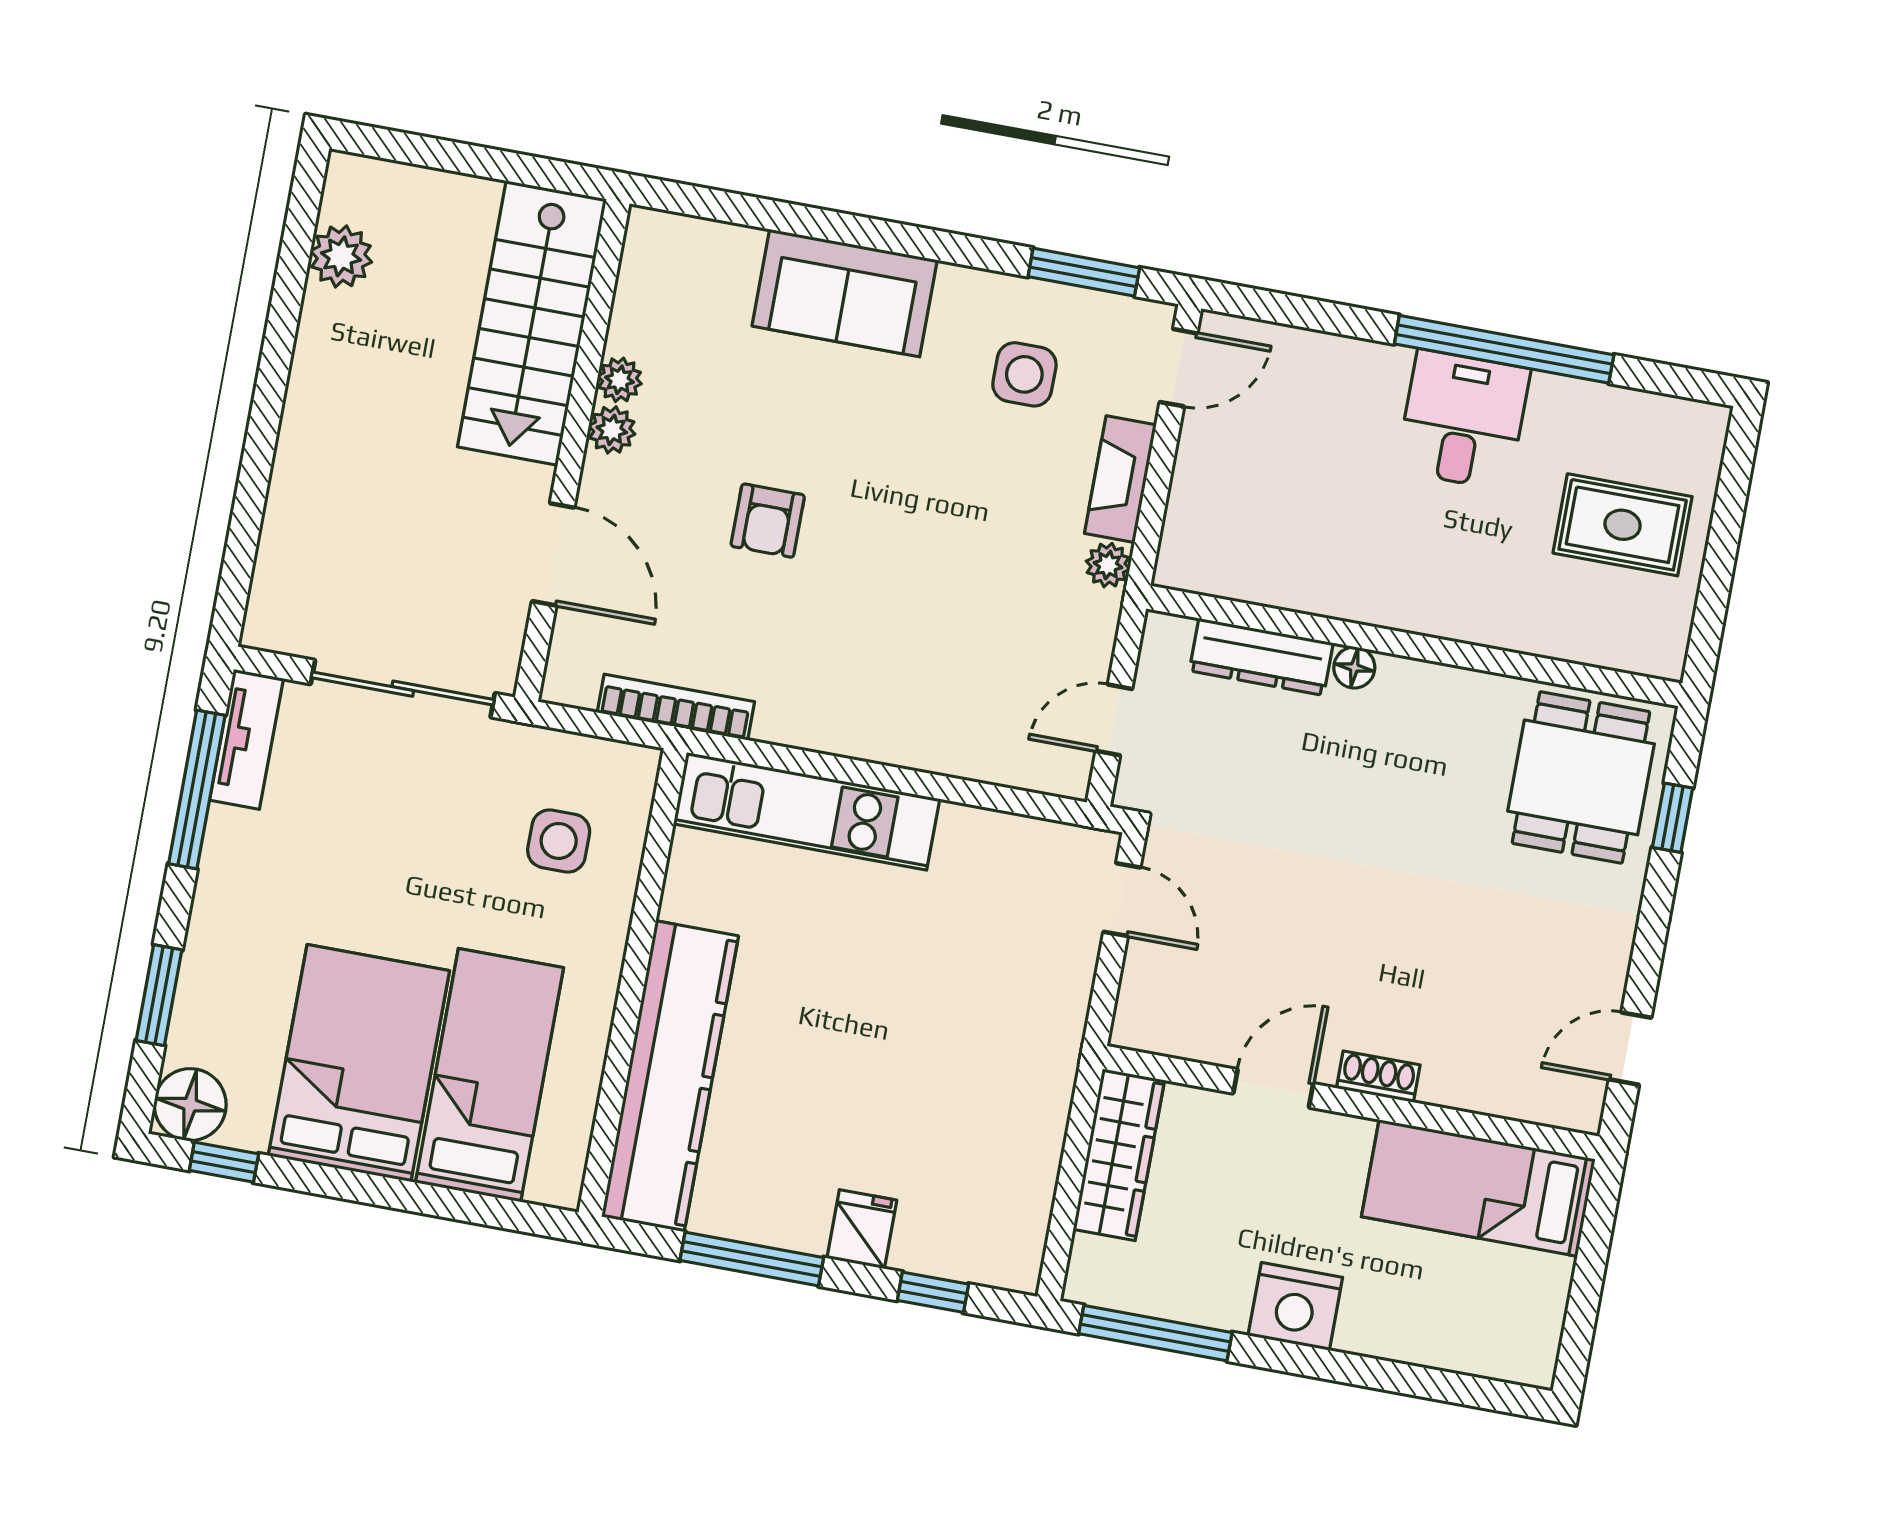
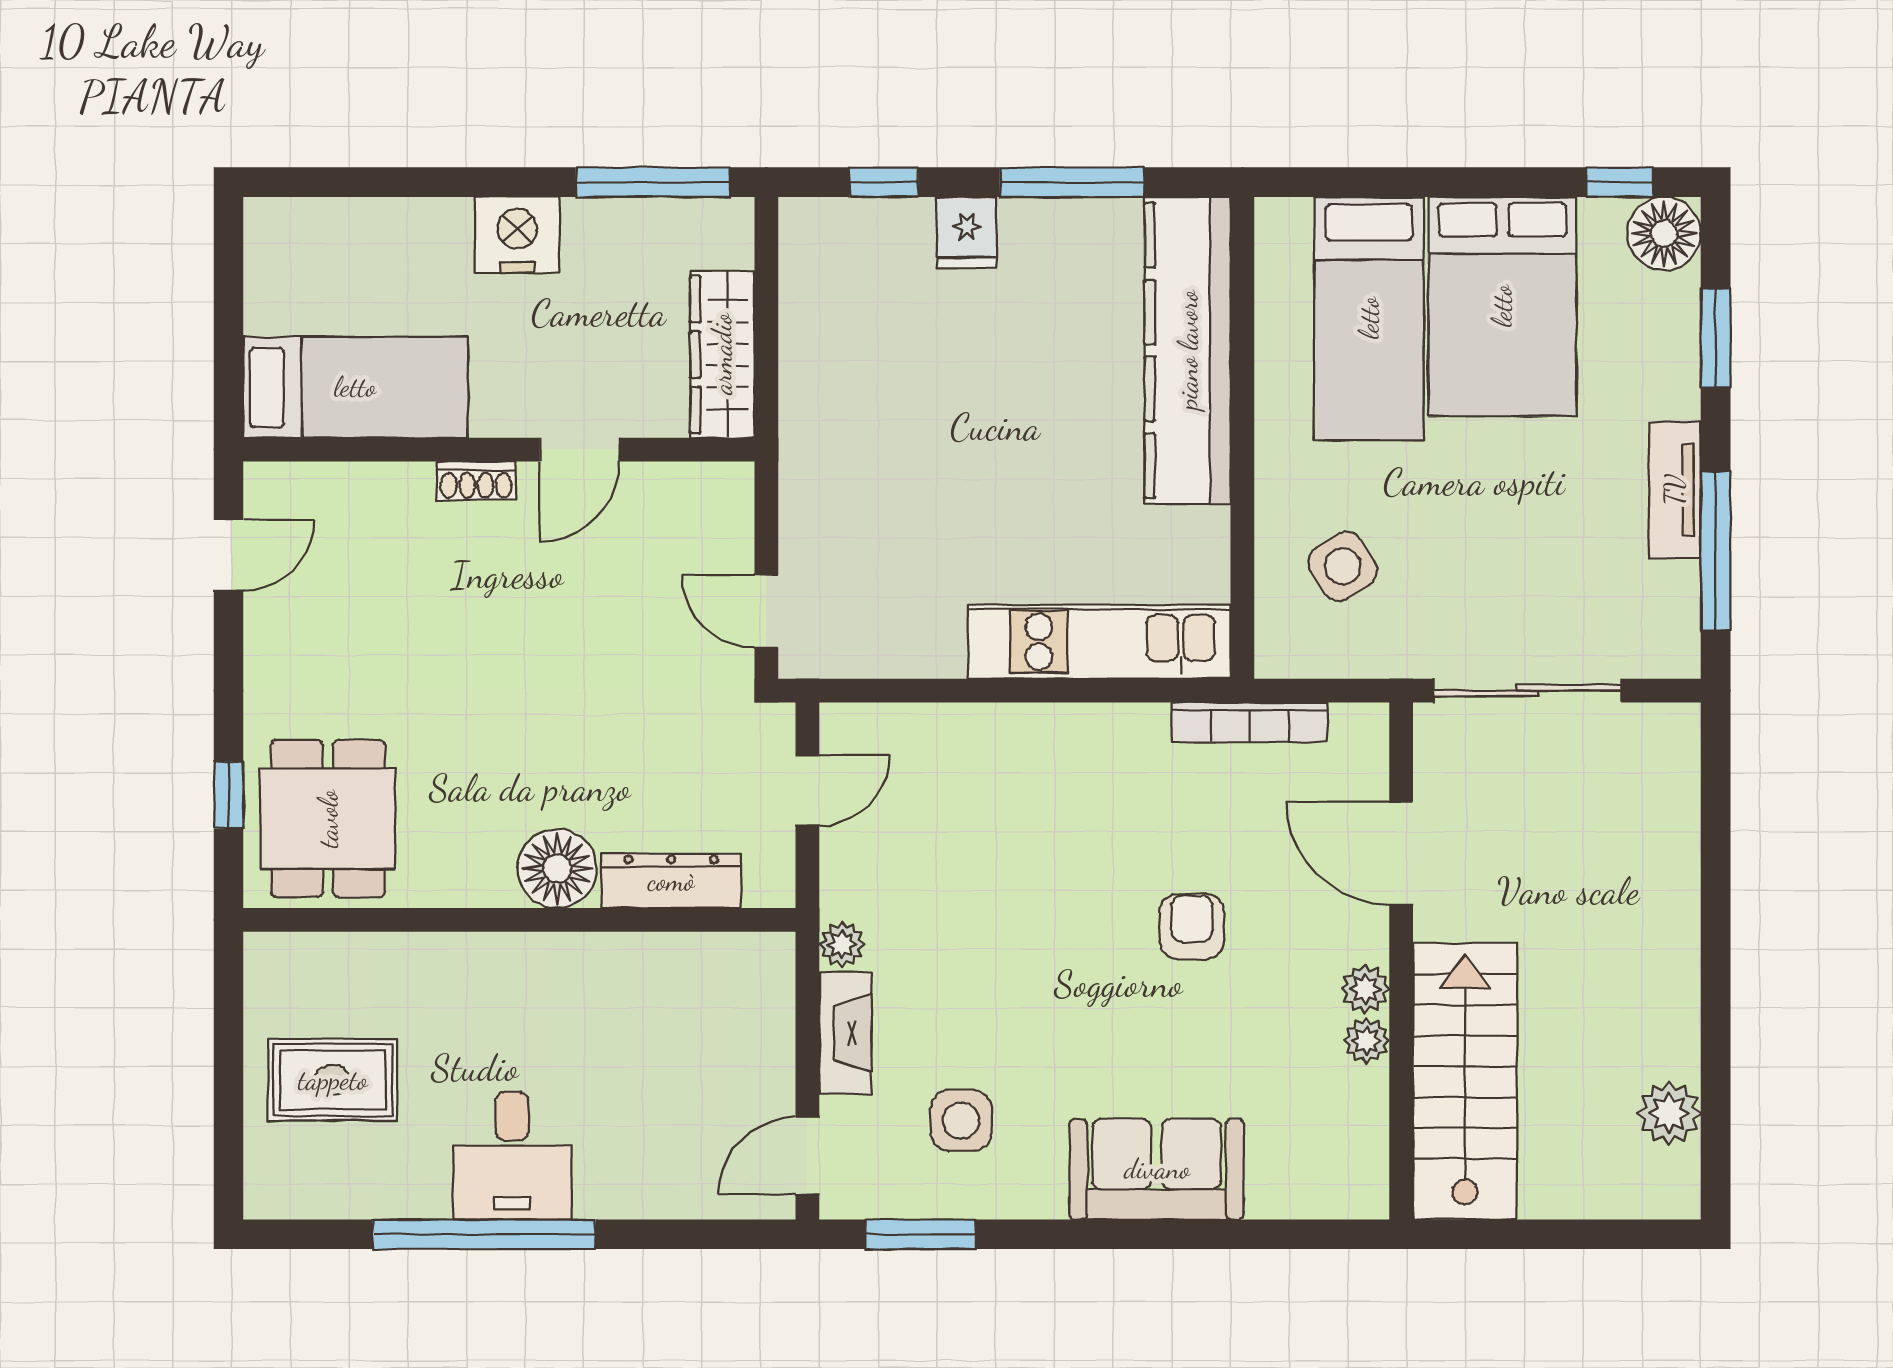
floor lamp: (1354, 668) -> (557, 869), width x1.89, depth x1.89
tv unit: (246, 739) -> (1675, 490), moved
side table: (559, 841) -> (1343, 566), turned -32

